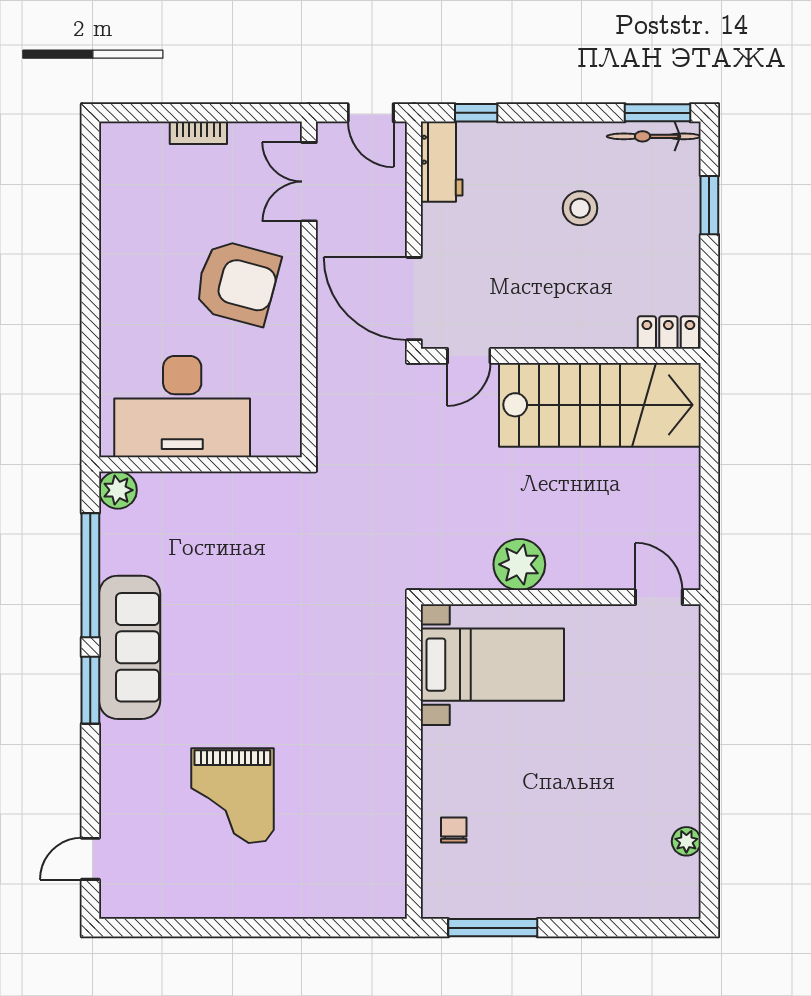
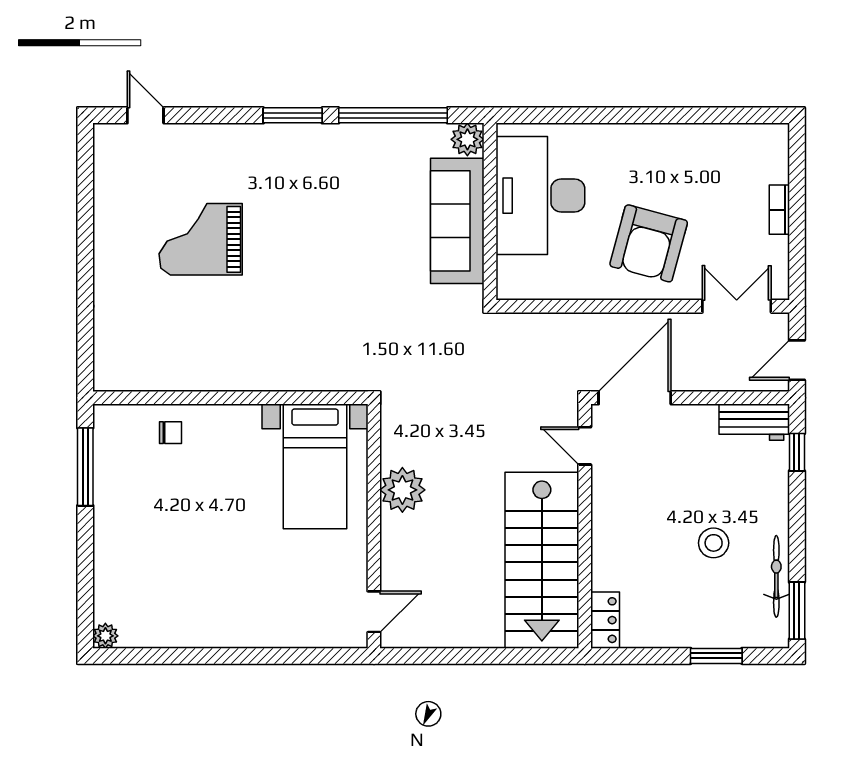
bicycle: (654, 136) -> (776, 576), moved
sofa: (130, 647) -> (457, 221), moved, turned 90
plant: (686, 841) -> (105, 636), moved

